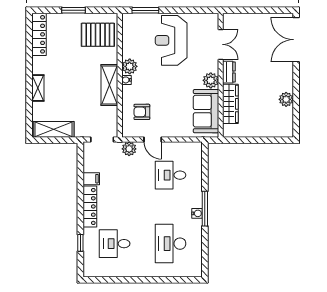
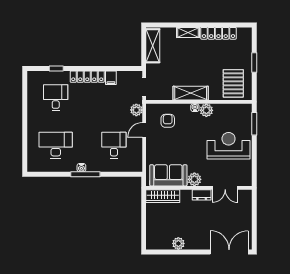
locker: (39, 34) -> (218, 33), moved
wardrobe: (230, 104) -> (163, 196), moved

